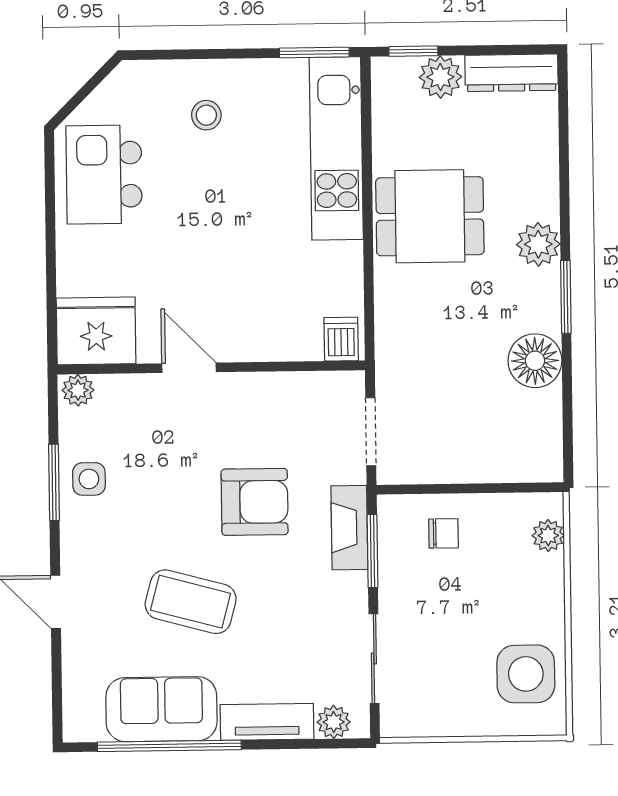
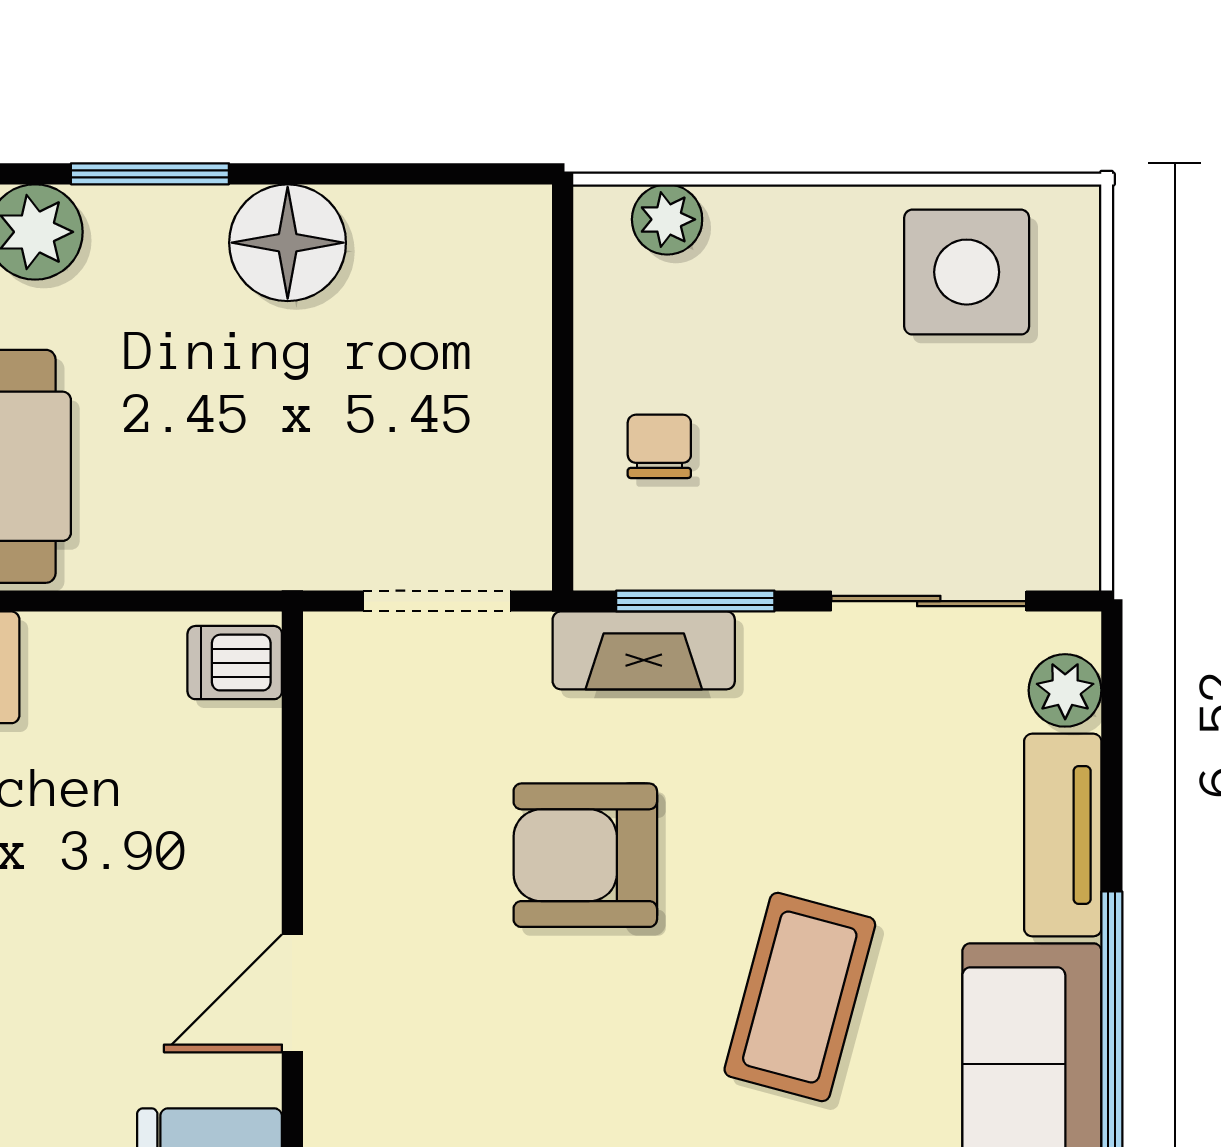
armchair: (255, 502) -> (585, 855), turned -90

